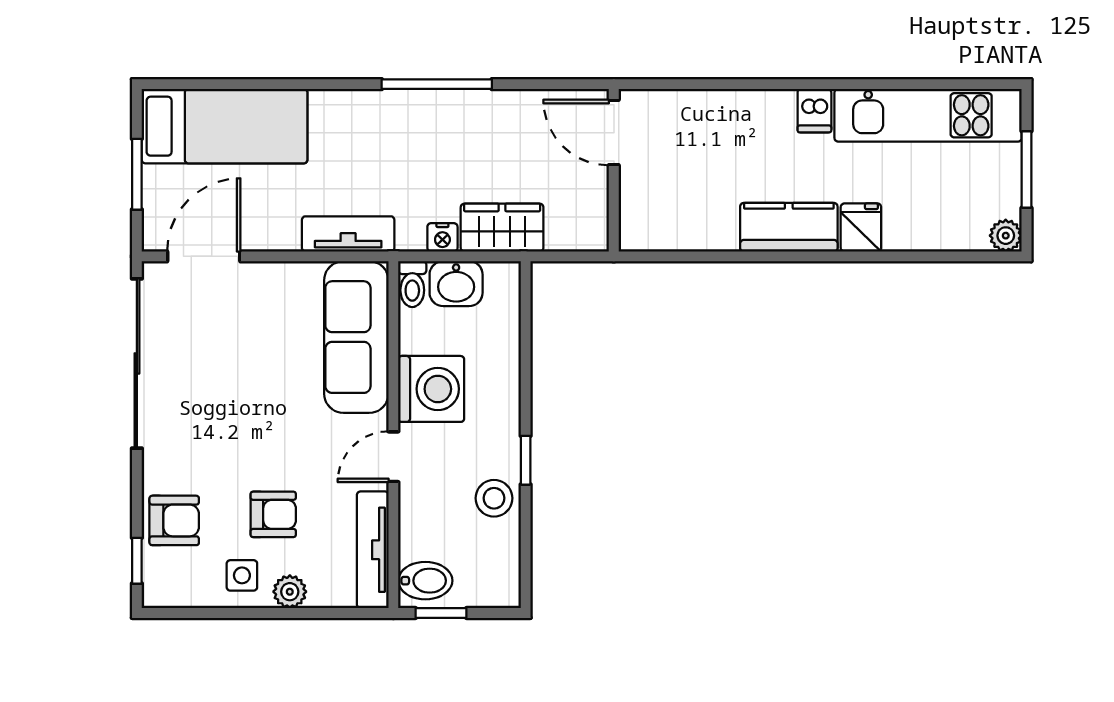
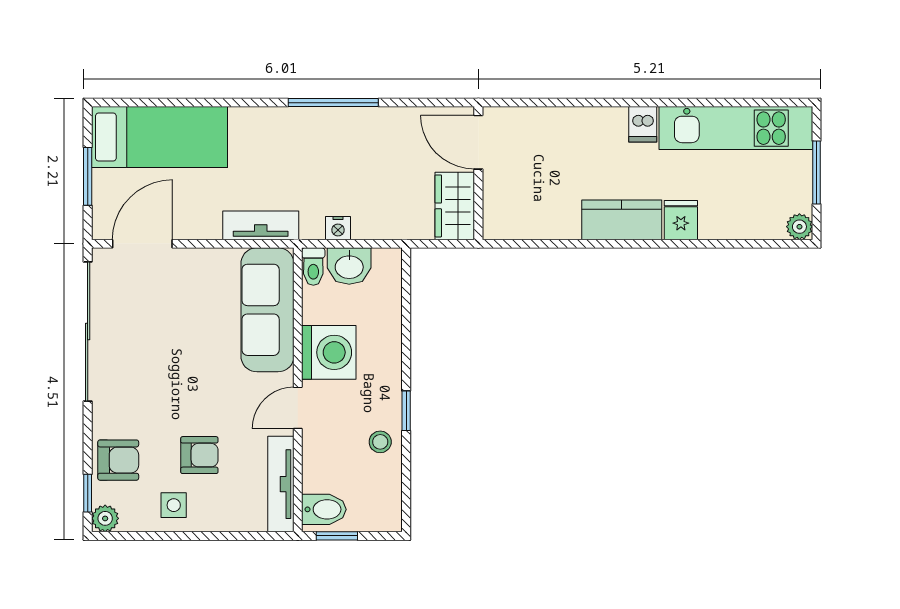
wardrobe: (502, 228) -> (455, 206), moved, turned -90
stool: (494, 498) -> (380, 442), width x0.73, depth x0.73
plant: (290, 592) -> (105, 518), moved

